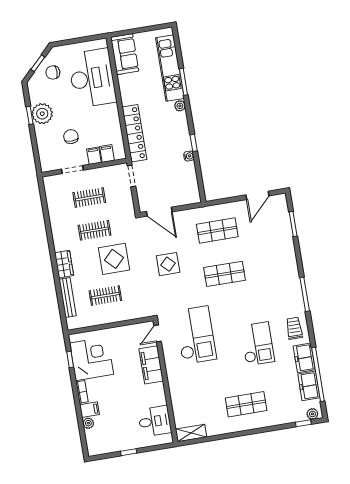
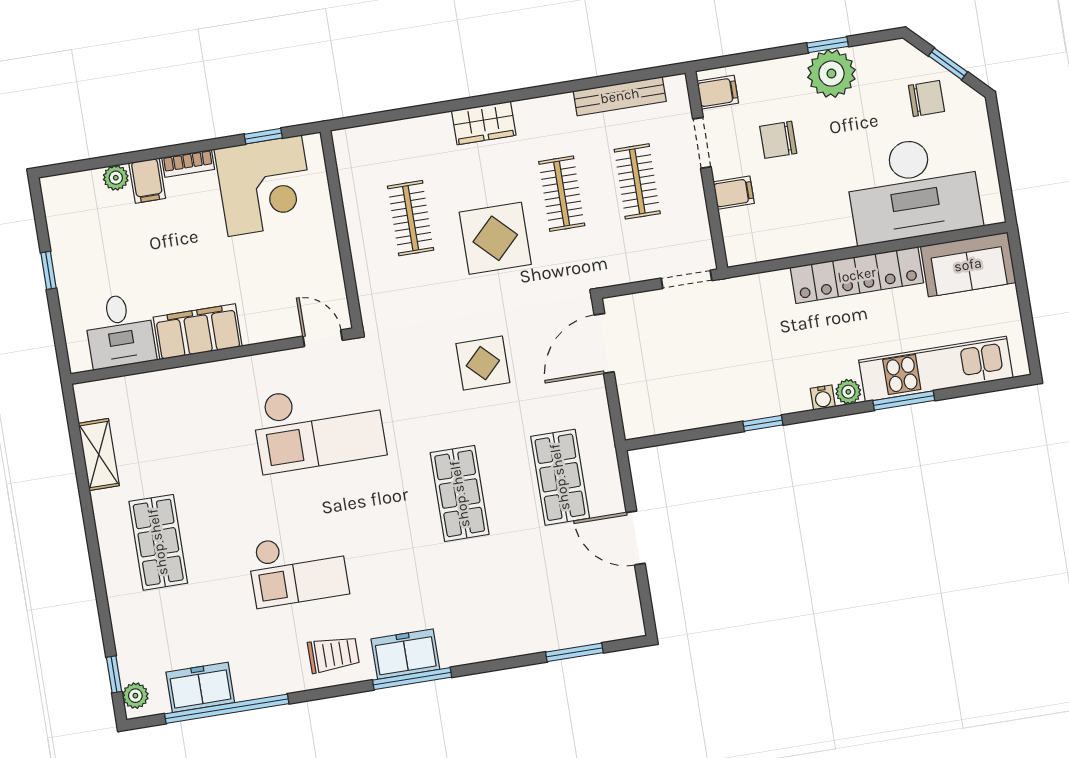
chair: (53, 72) -> (926, 98), turned 90
locker: (134, 133) -> (857, 275), moved
chair: (71, 137) -> (778, 140), turned 180
filing cabinet: (107, 153) -> (718, 92), moved
water cooler: (189, 156) -> (823, 397), moved
door: (257, 195) -> (636, 538), moved
bench: (68, 298) -> (620, 96), moved
freezer: (304, 358) -> (405, 654), moved
filing cabinet: (151, 365) -> (198, 332), moved
shelving: (191, 433) -> (99, 455), moved

